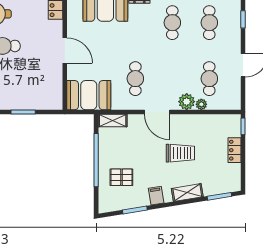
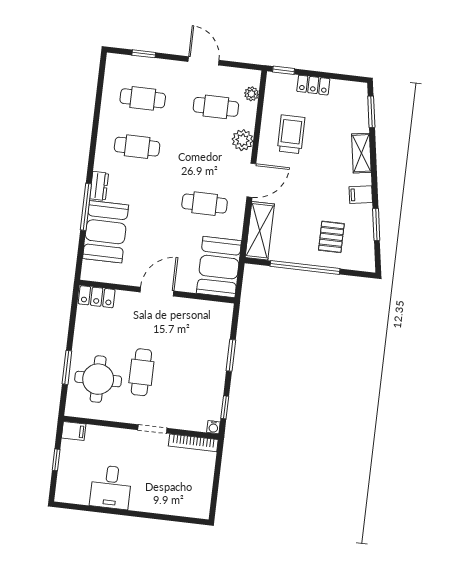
plant: (201, 104) -> (251, 94), moved
shelving: (113, 121) -> (260, 231), width x1.50, depth x1.33
trolley: (180, 153) -> (291, 134), moved

